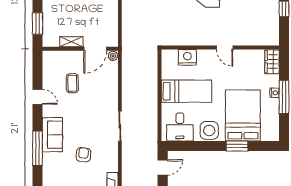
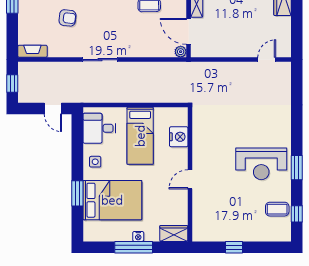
side table: (209, 130) -> (95, 162), width x0.54, depth x0.54

